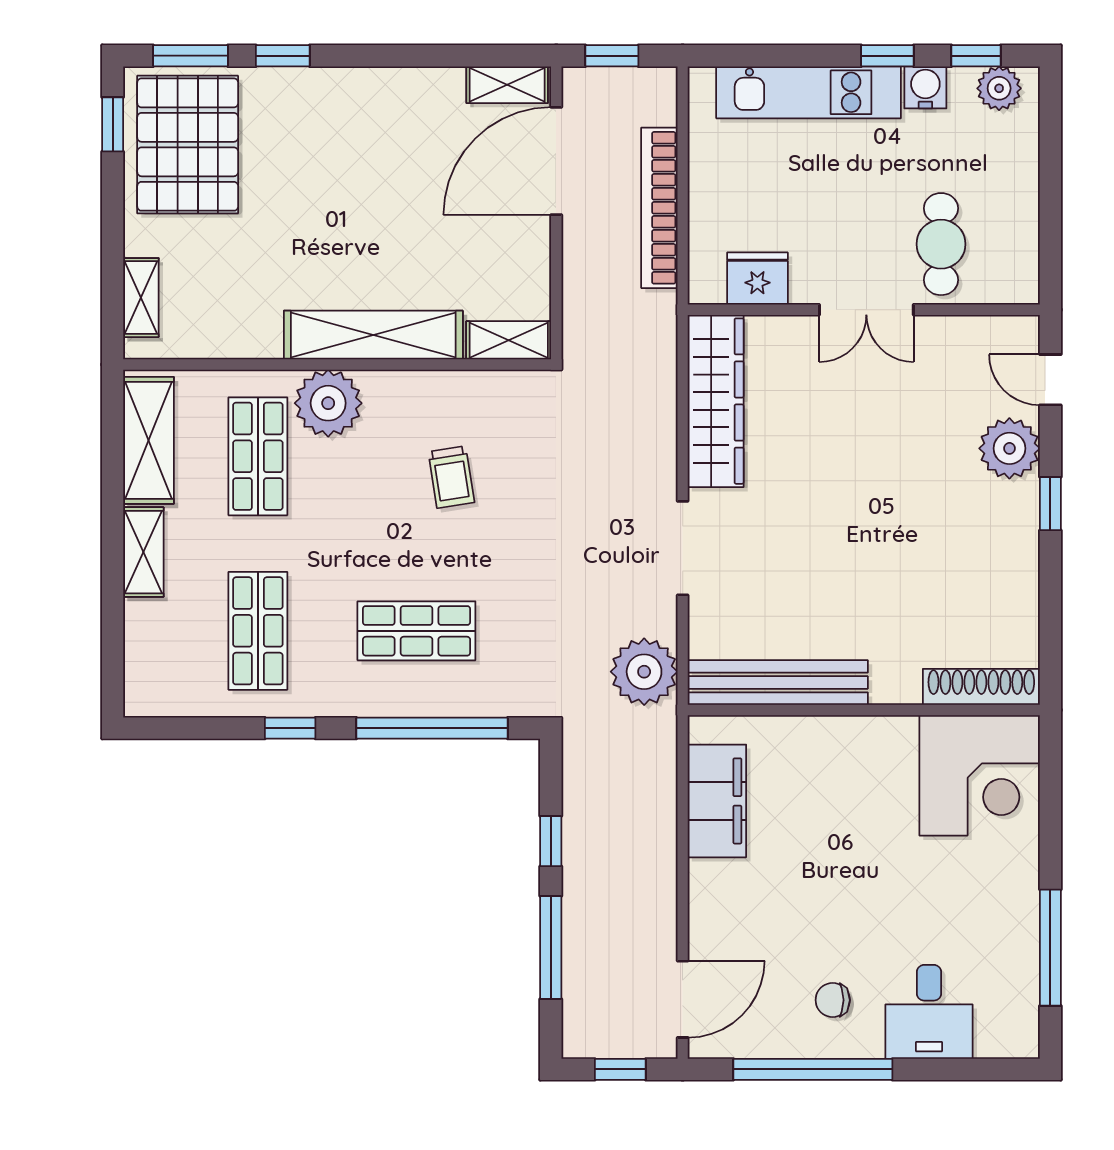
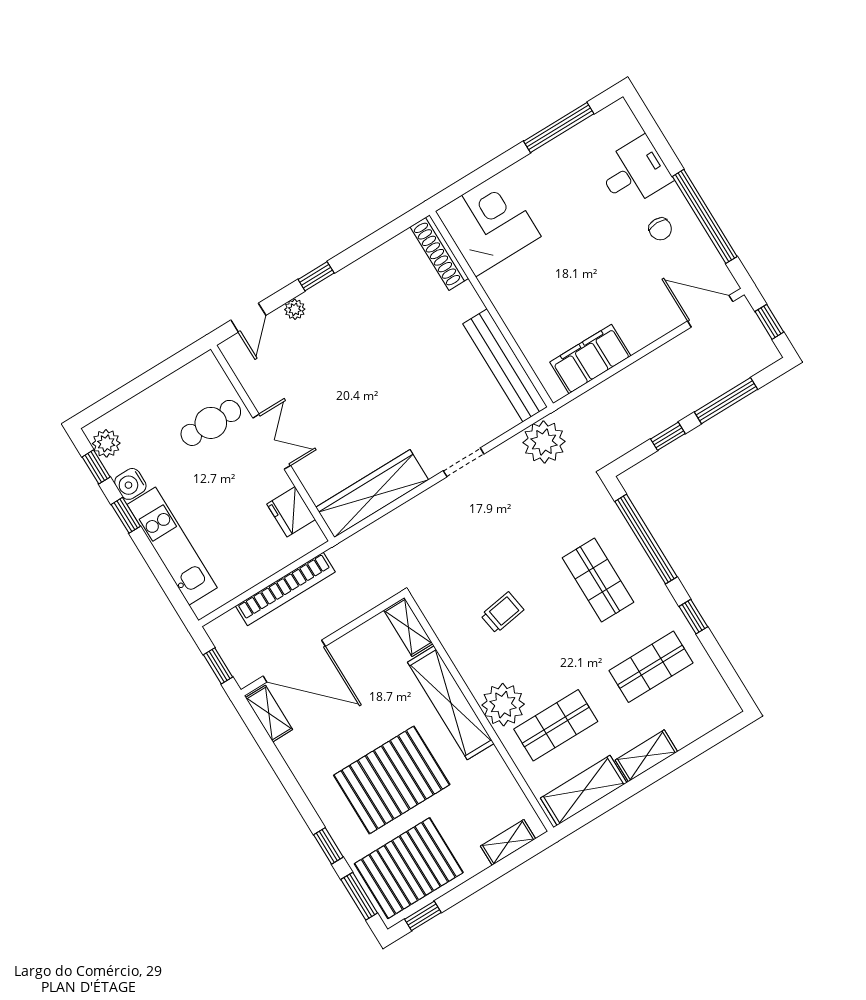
pallet: (319, 194) -> (392, 780), added
plant: (1009, 448) -> (295, 309), width x0.53, depth x0.53
doorway: (683, 548) -> (464, 462), width x0.73

